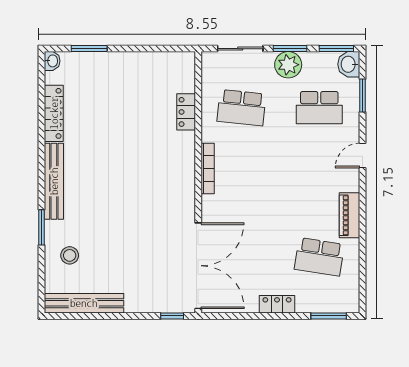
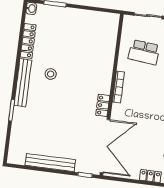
locker: (186, 112) -> (103, 105), moved
stool: (70, 255) -> (51, 74), moved
bench: (84, 303) -> (50, 163), moved

